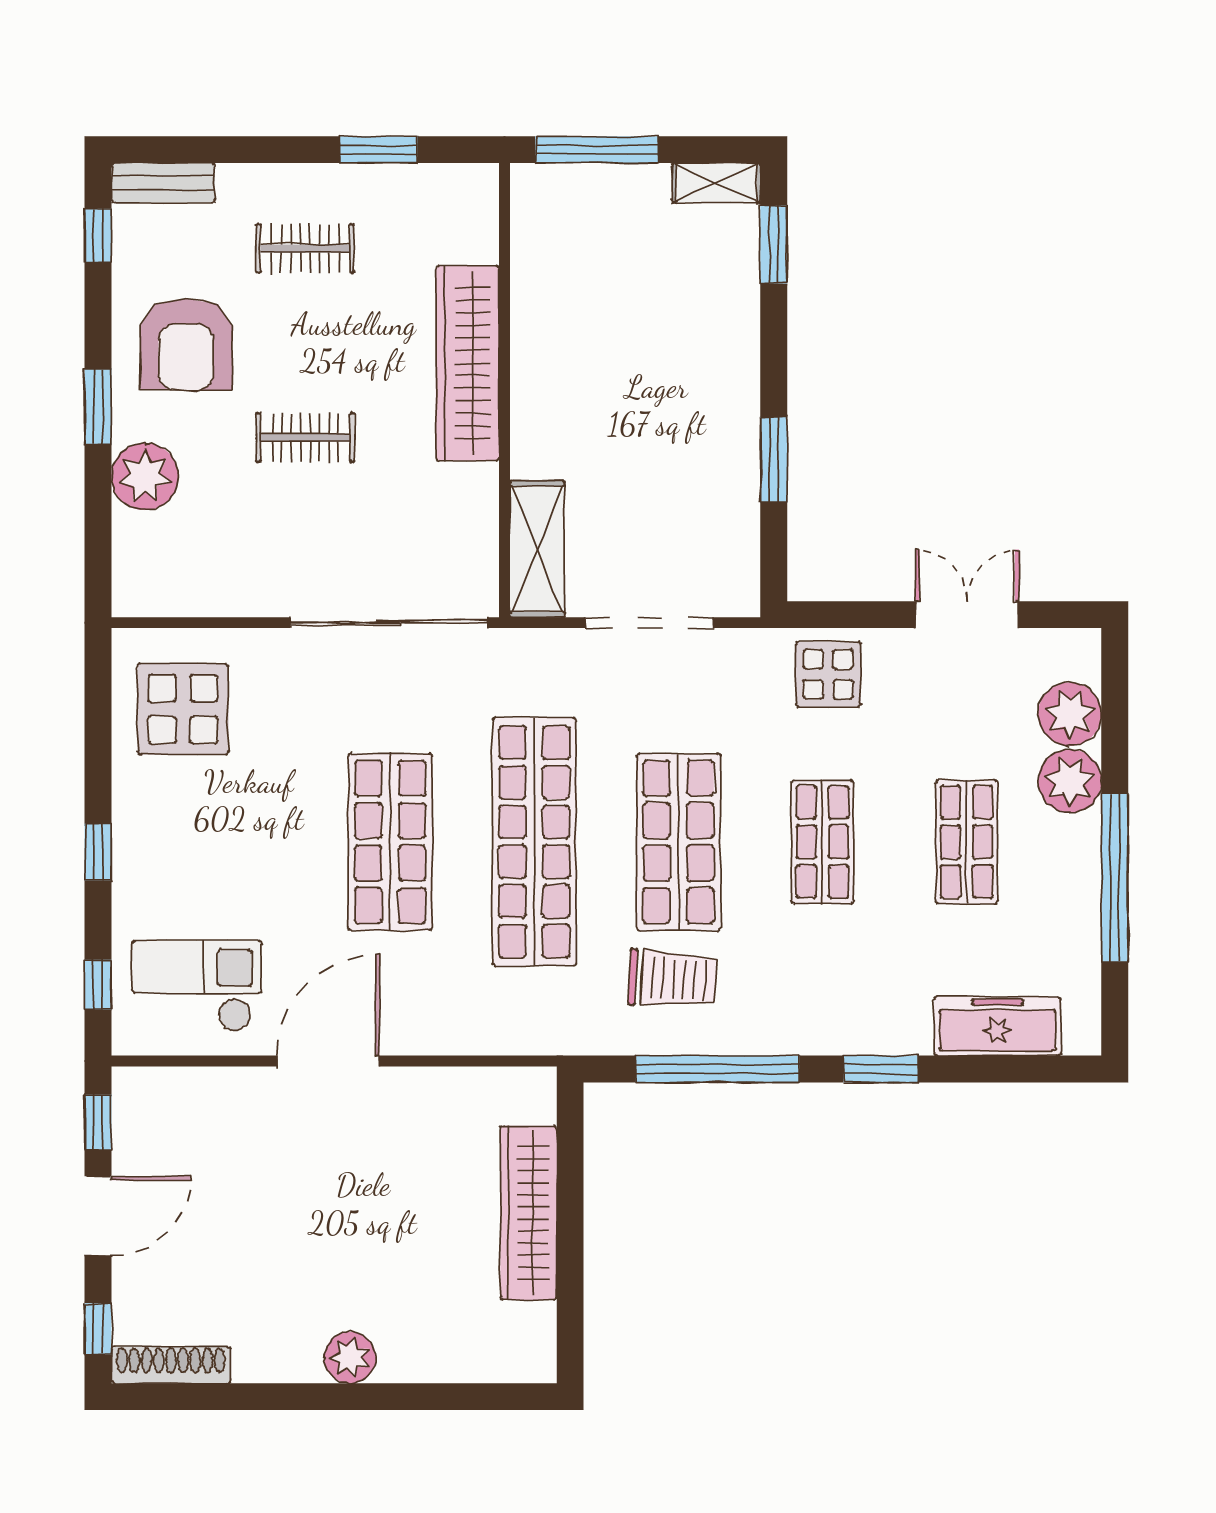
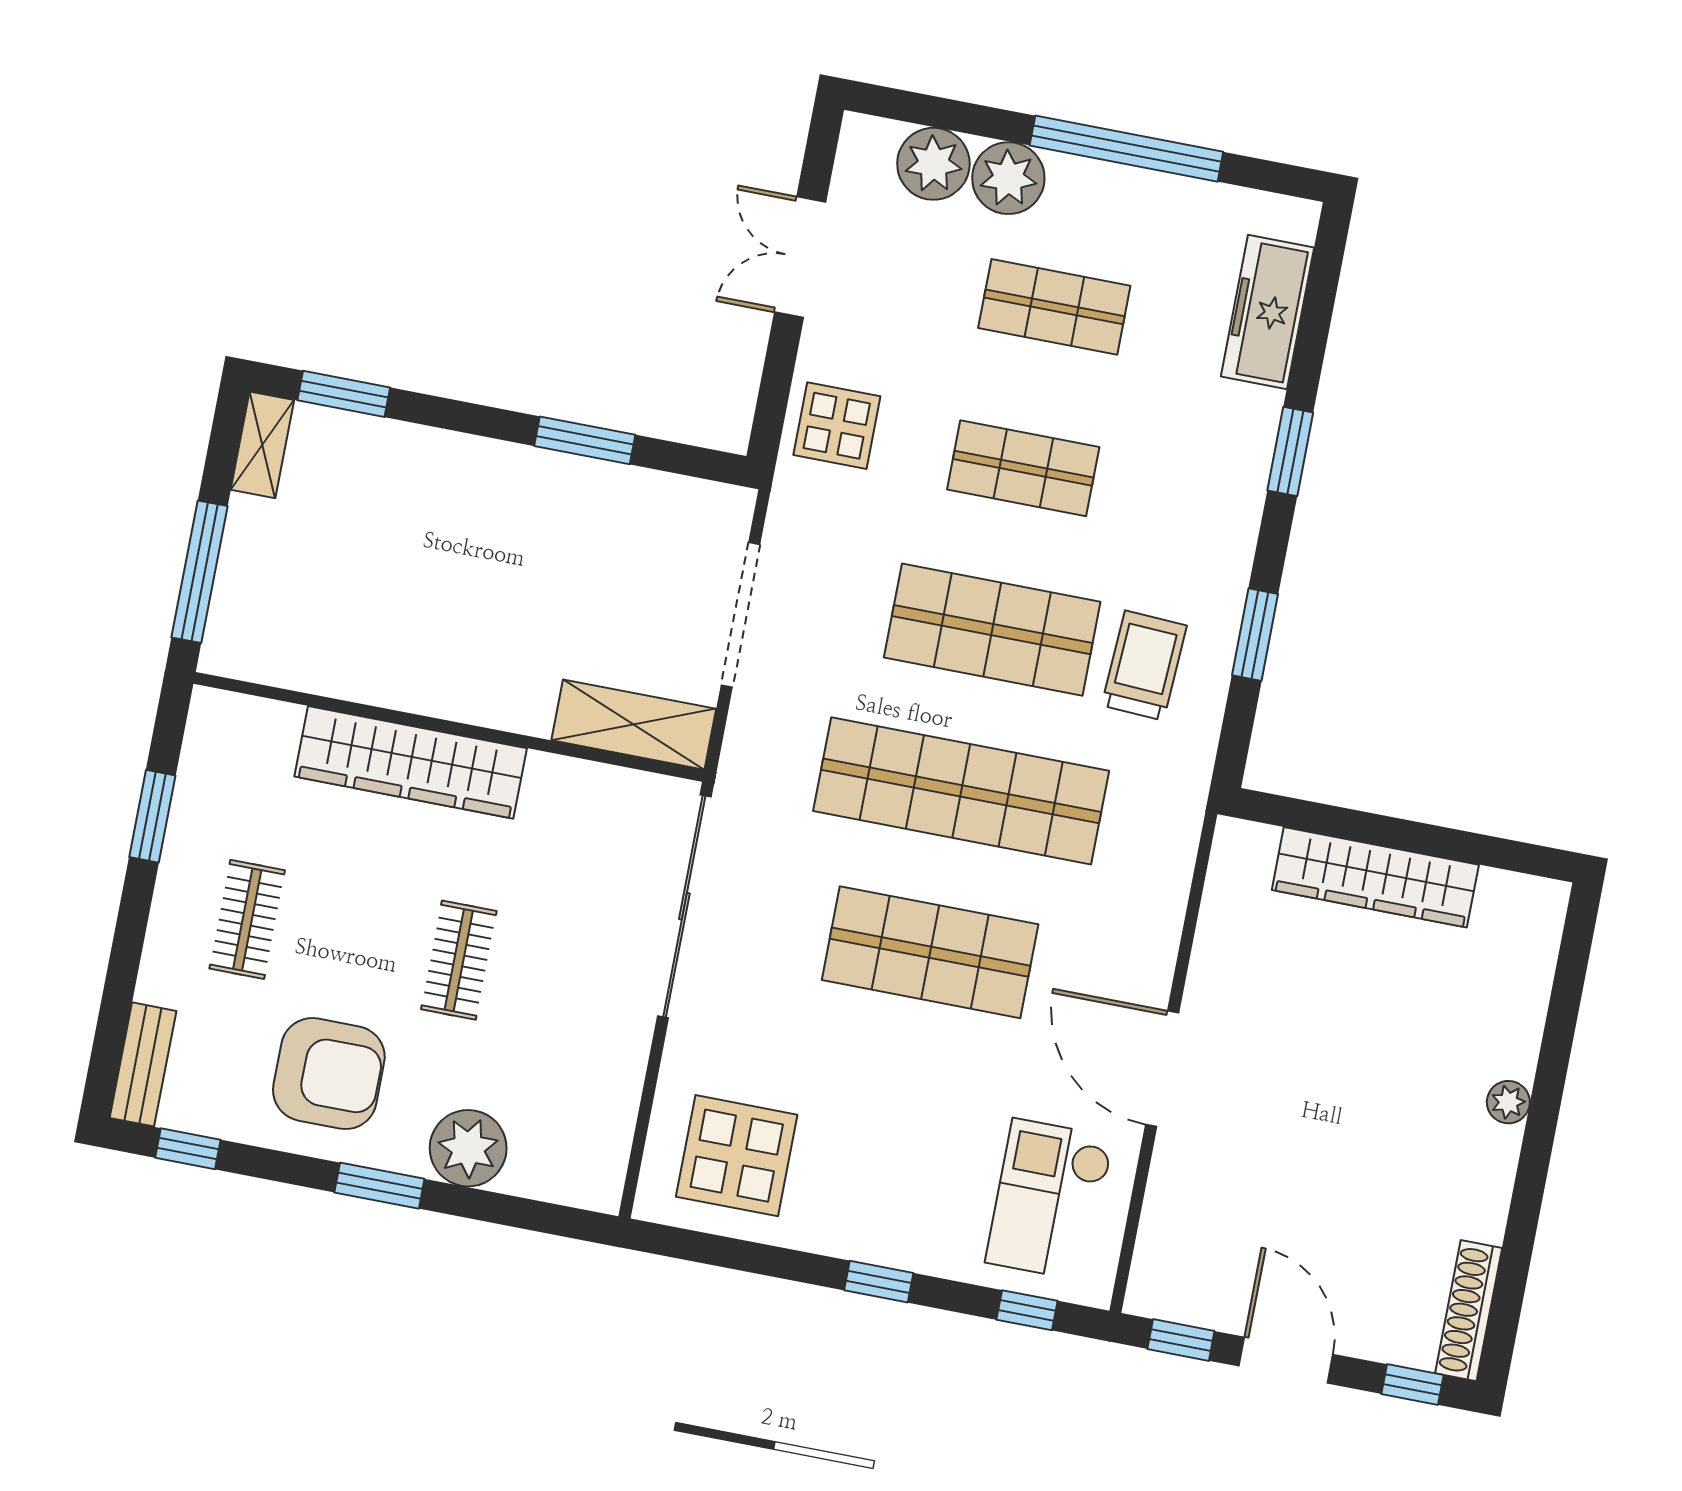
window: (718, 1069) -> (1255, 635), width x0.47
plant: (350, 1358) -> (1508, 1102), width x0.73, depth x0.73

